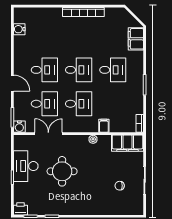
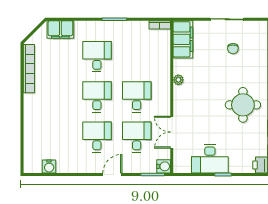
bookcase: (83, 12) -> (29, 69), moved
filing cabinet: (104, 126) -> (163, 67), removed
round table: (62, 171) -> (243, 105), moved

